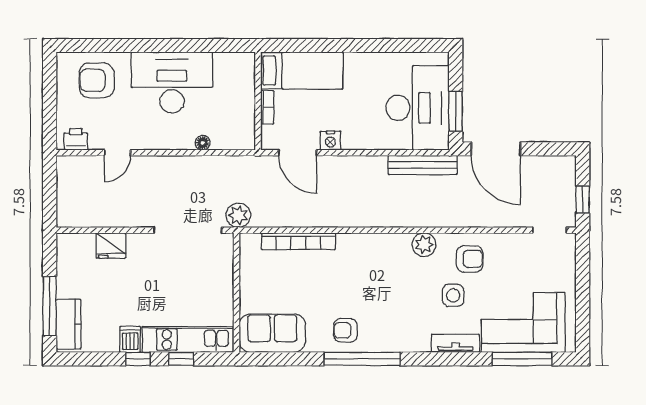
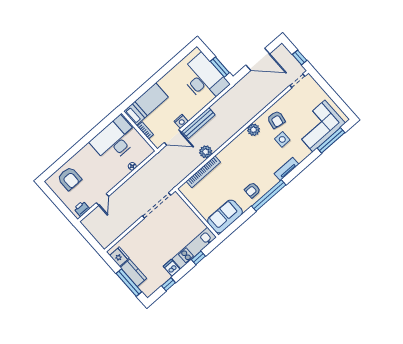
armchair: (97, 80) -> (69, 179), turned -90
desk: (172, 82) -> (115, 140), moved
door: (496, 149) -> (258, 59), moved
bench: (423, 165) -> (198, 123), moved
plant: (238, 215) -> (206, 152), moved
fridge: (111, 245) -> (119, 257), moved, turned -90
armchair: (470, 259) -> (276, 120), turned 100
kitchen counter: (68, 324) -> (133, 273), moved
tv unit: (455, 343) -> (286, 169), moved
window: (138, 359) -> (169, 284), moved

